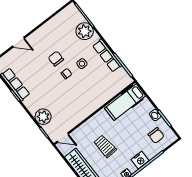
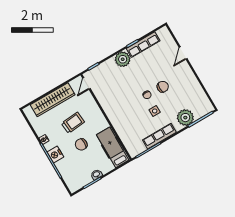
plant: (43, 117) -> (123, 59), moved
chair: (156, 135) -> (81, 144), moved

